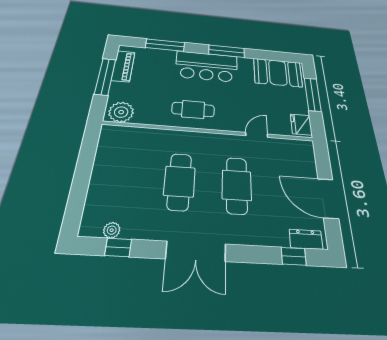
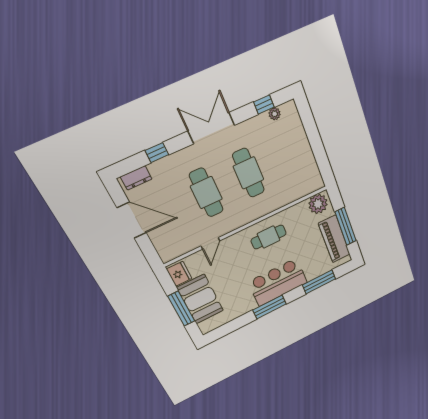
piano: (123, 66) -> (334, 239), width x1.37, depth x1.33
booth: (278, 73) -> (200, 299), moved, turned 90
window: (294, 256) -> (157, 153), moved

